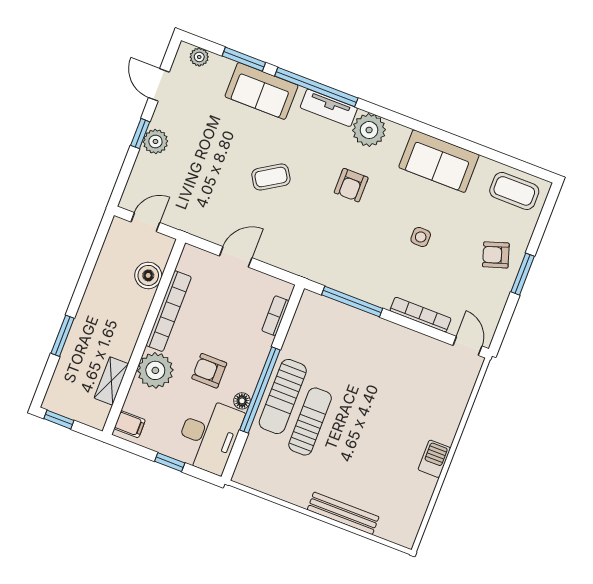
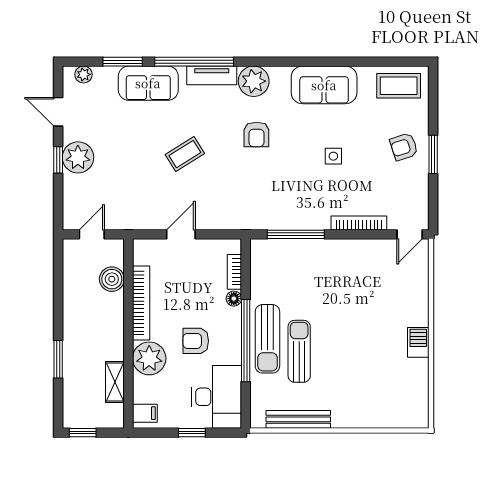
plant: (155, 141) -> (78, 157), width x1.36, depth x1.36
door: (467, 346) -> (410, 234), swing flipped
floor lamp: (242, 401) -> (234, 299), moved
bench: (343, 513) -> (298, 419), moved

